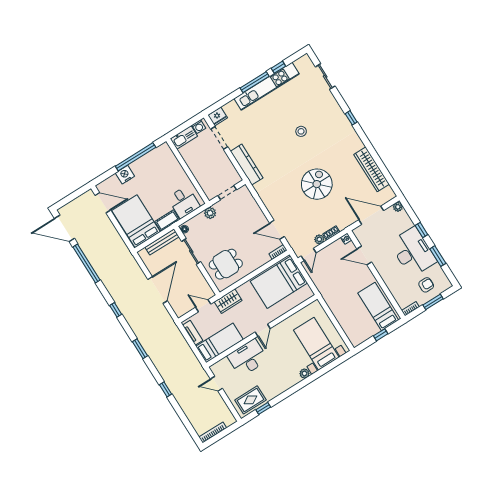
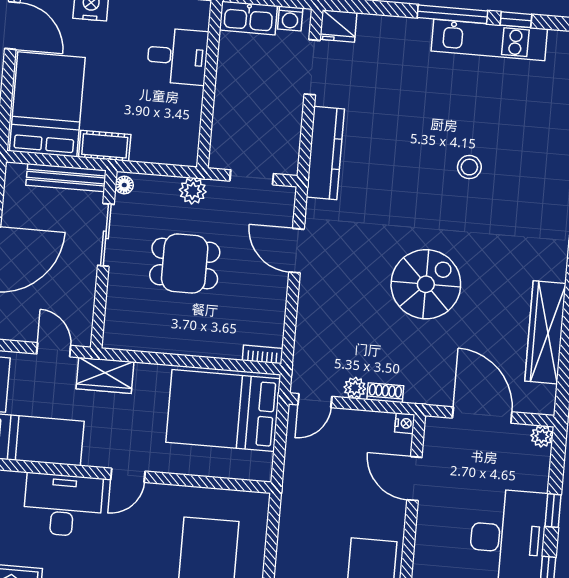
kitchen unit: (267, 86) -> (489, 40), width x0.73
desk: (184, 202) -> (177, 56), moved, turned -90
door: (277, 230) -> (296, 251), moved
dining table: (226, 264) -> (185, 264), moved

